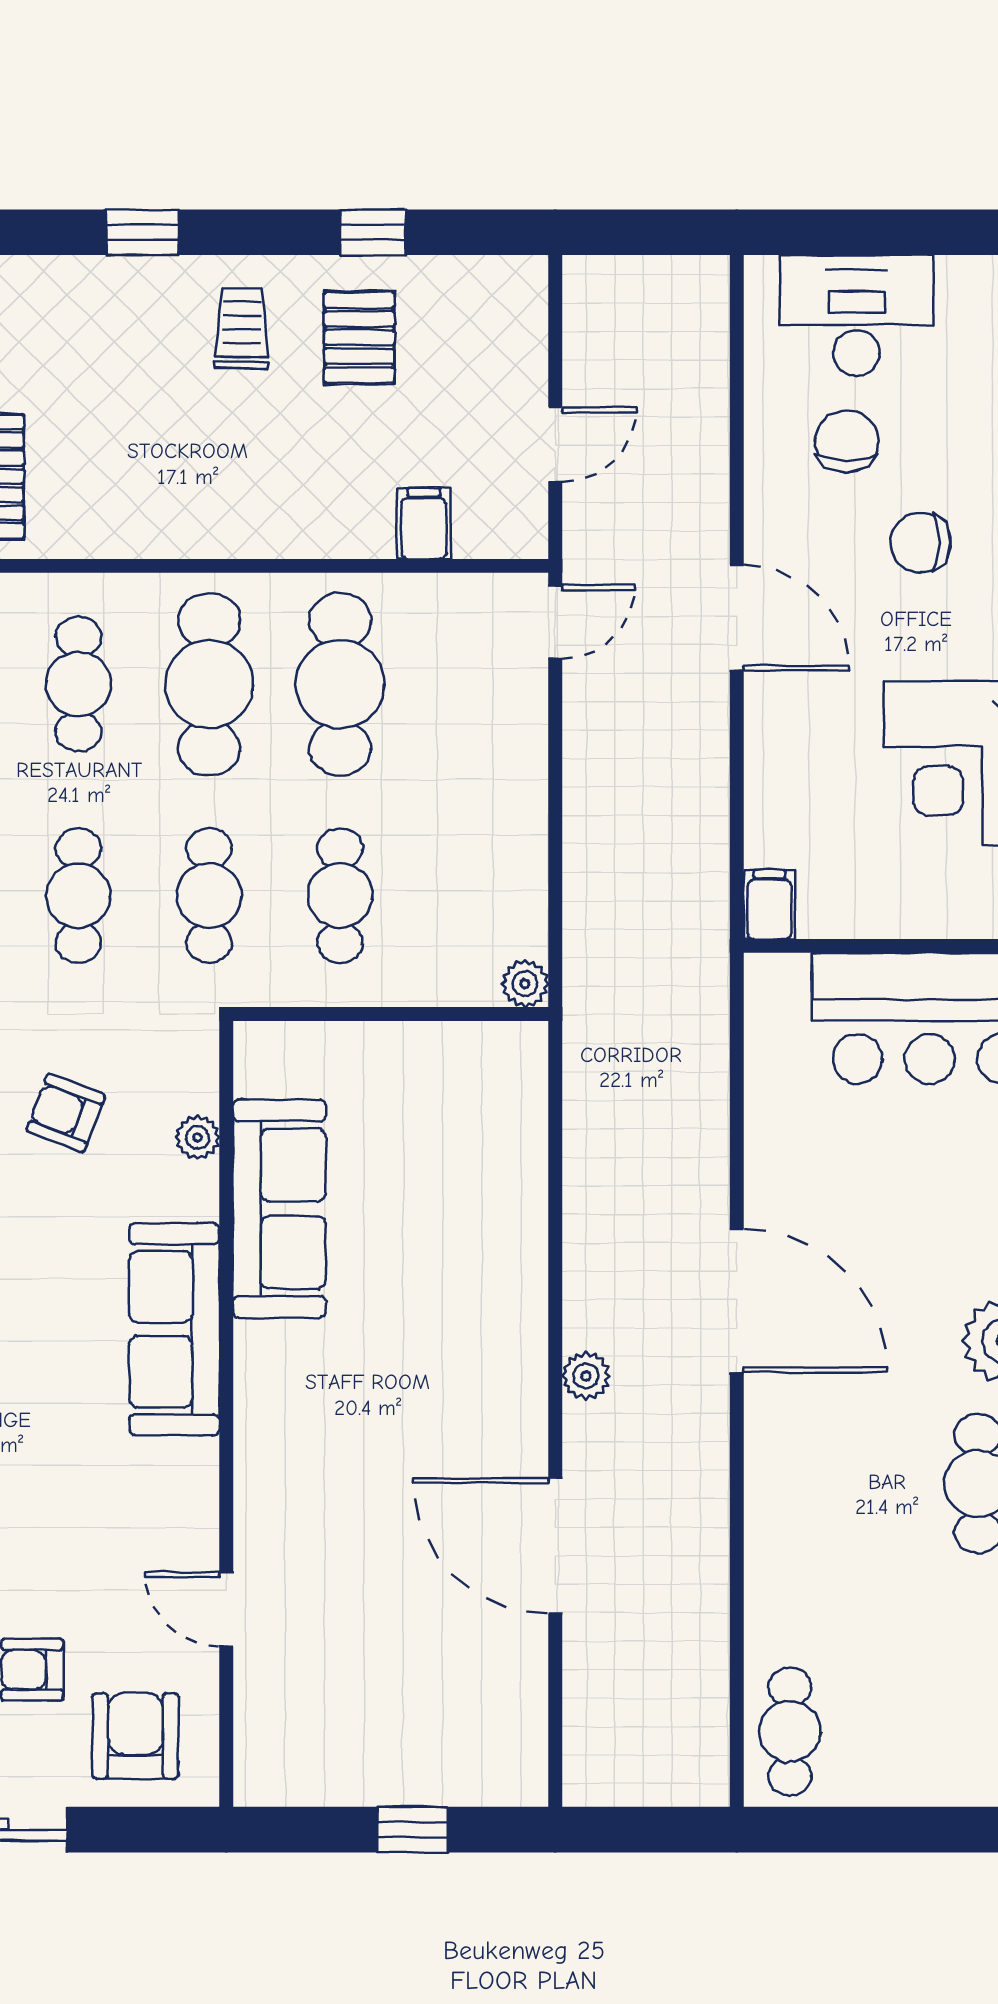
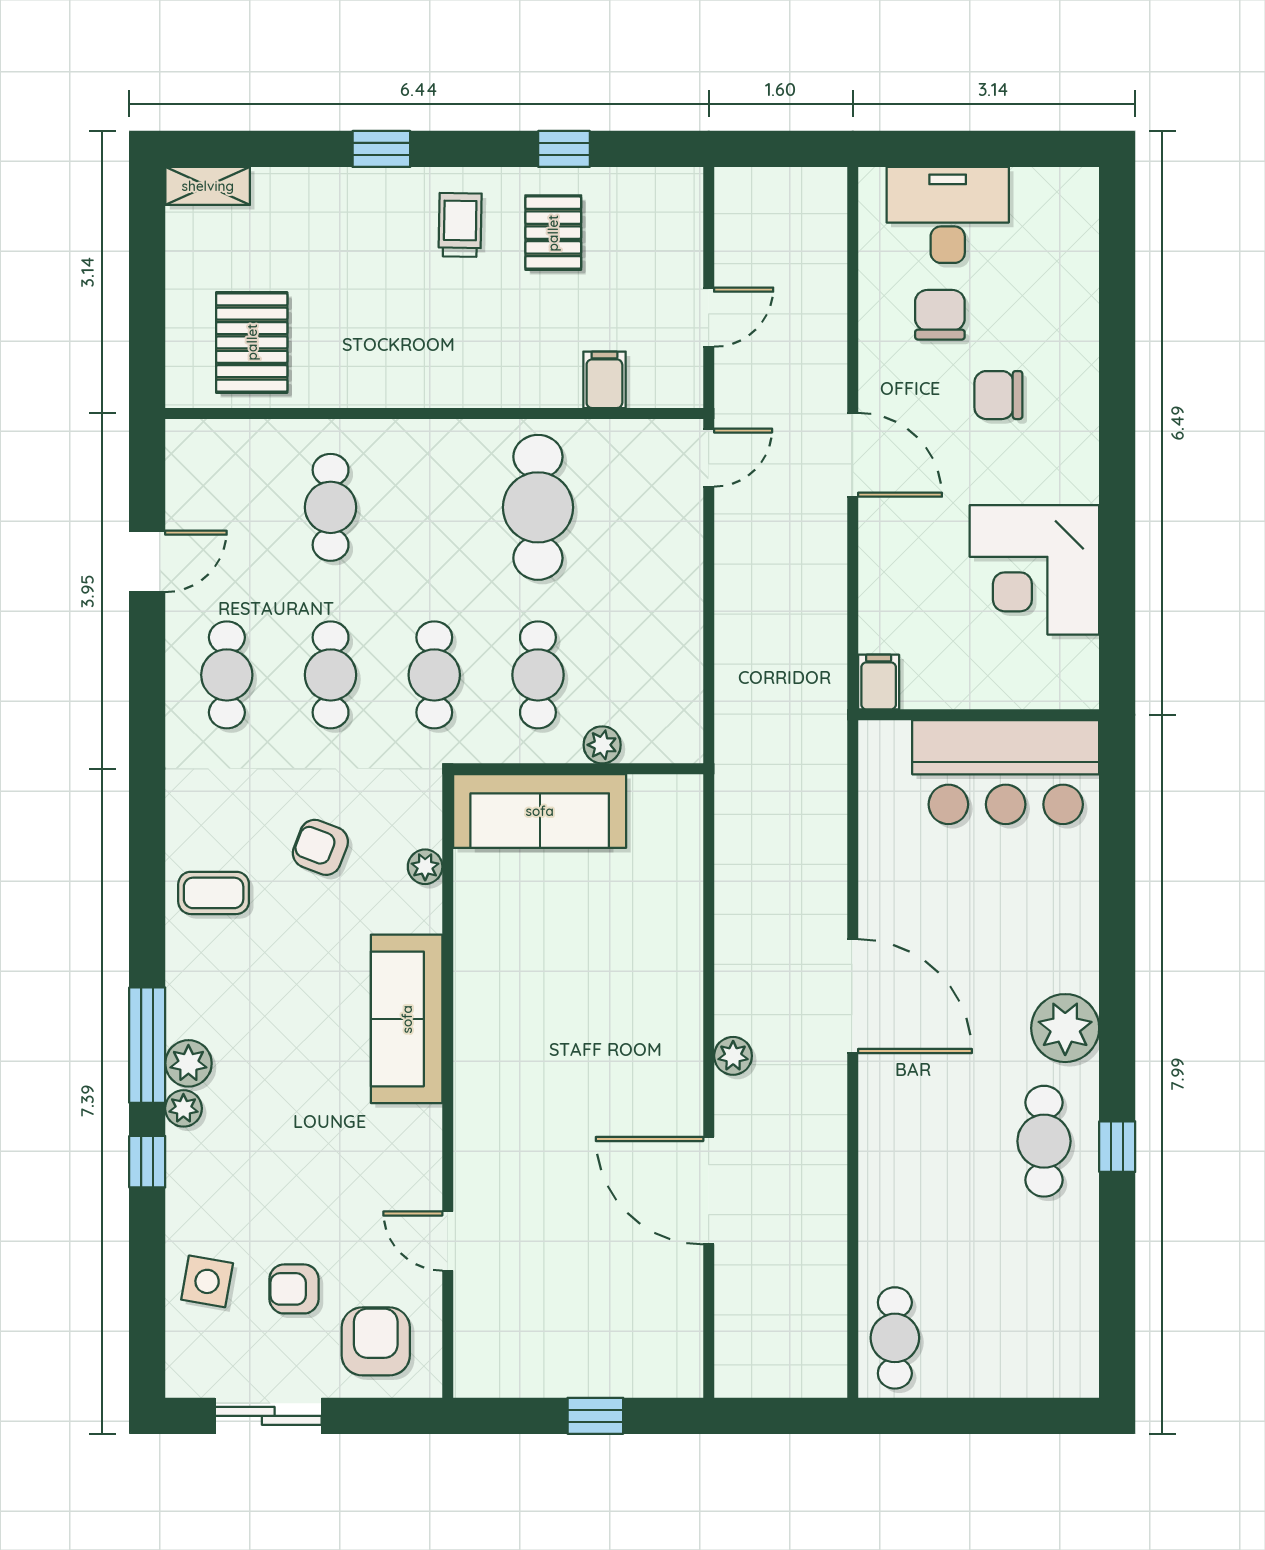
cafe table: (209, 684) -> (434, 507), removed
plant: (525, 984) -> (602, 745), moved
sofa: (279, 1209) -> (540, 811), moved, turned 90

